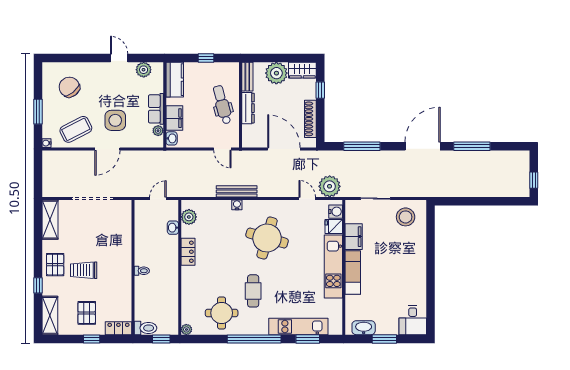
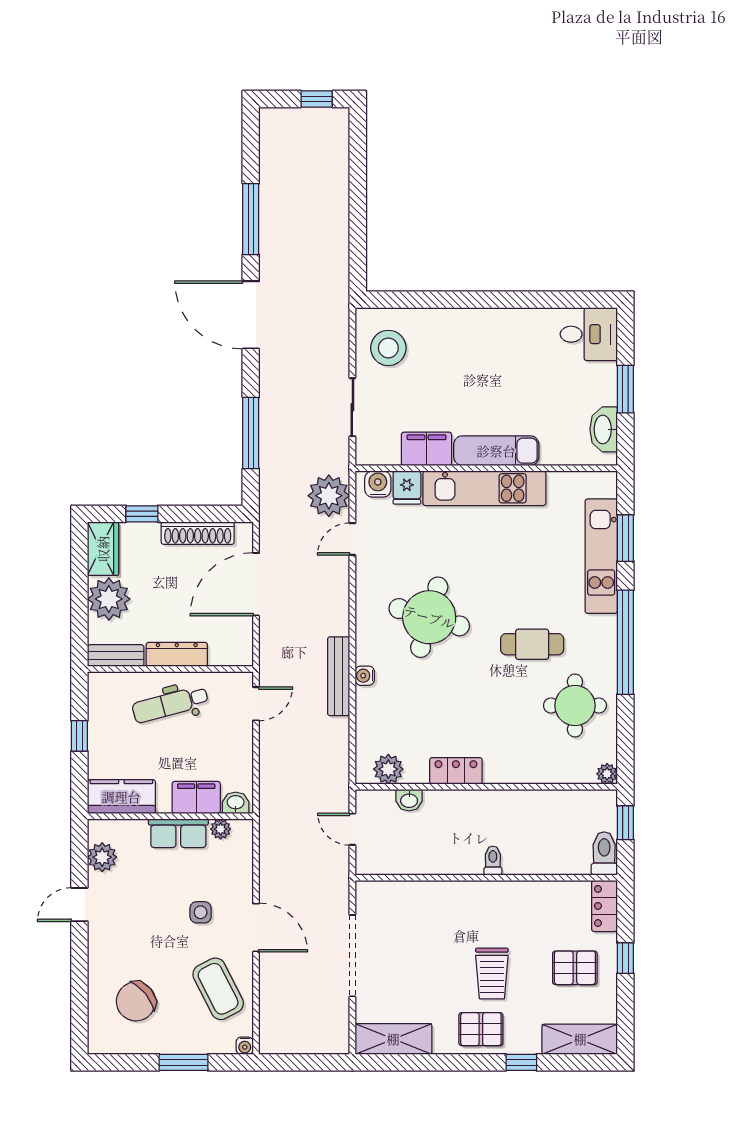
side table: (115, 120) -> (201, 912), width x0.54, depth x0.54

